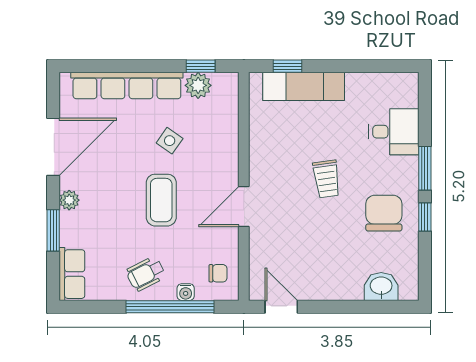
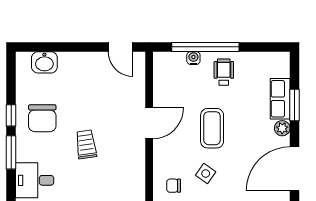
chair: (218, 273) -> (174, 186), moved
row of seats: (72, 274) -> (280, 99), moved
wheelchair: (146, 274) -> (224, 72), turned -63

